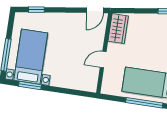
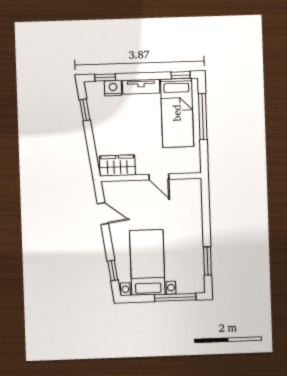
door: (95, 10) -> (103, 214), moved
bed with nightstands: (31, 57) -> (147, 262), moved, turned 90

